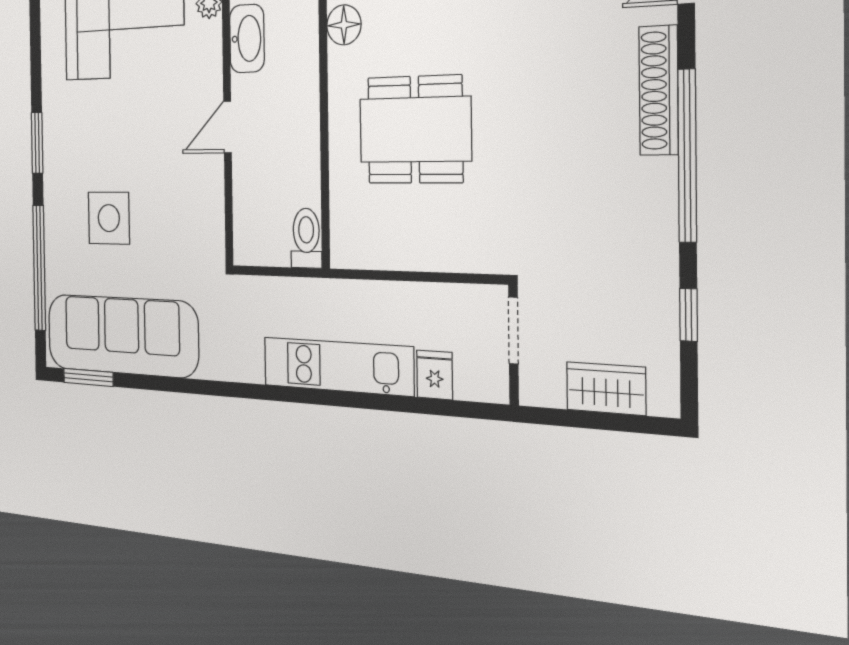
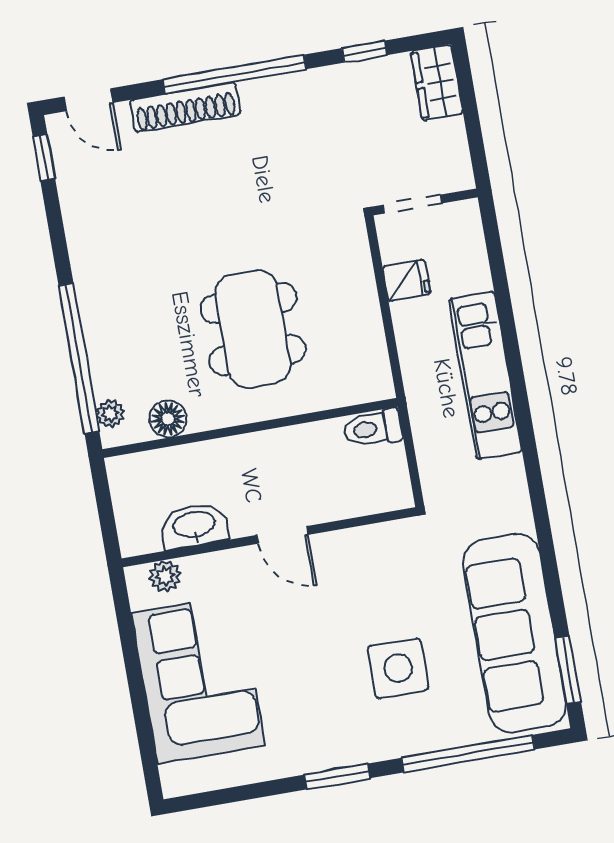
fridge: (435, 375) -> (407, 280), moved, turned 180
wardrobe: (606, 389) -> (437, 82), moved

